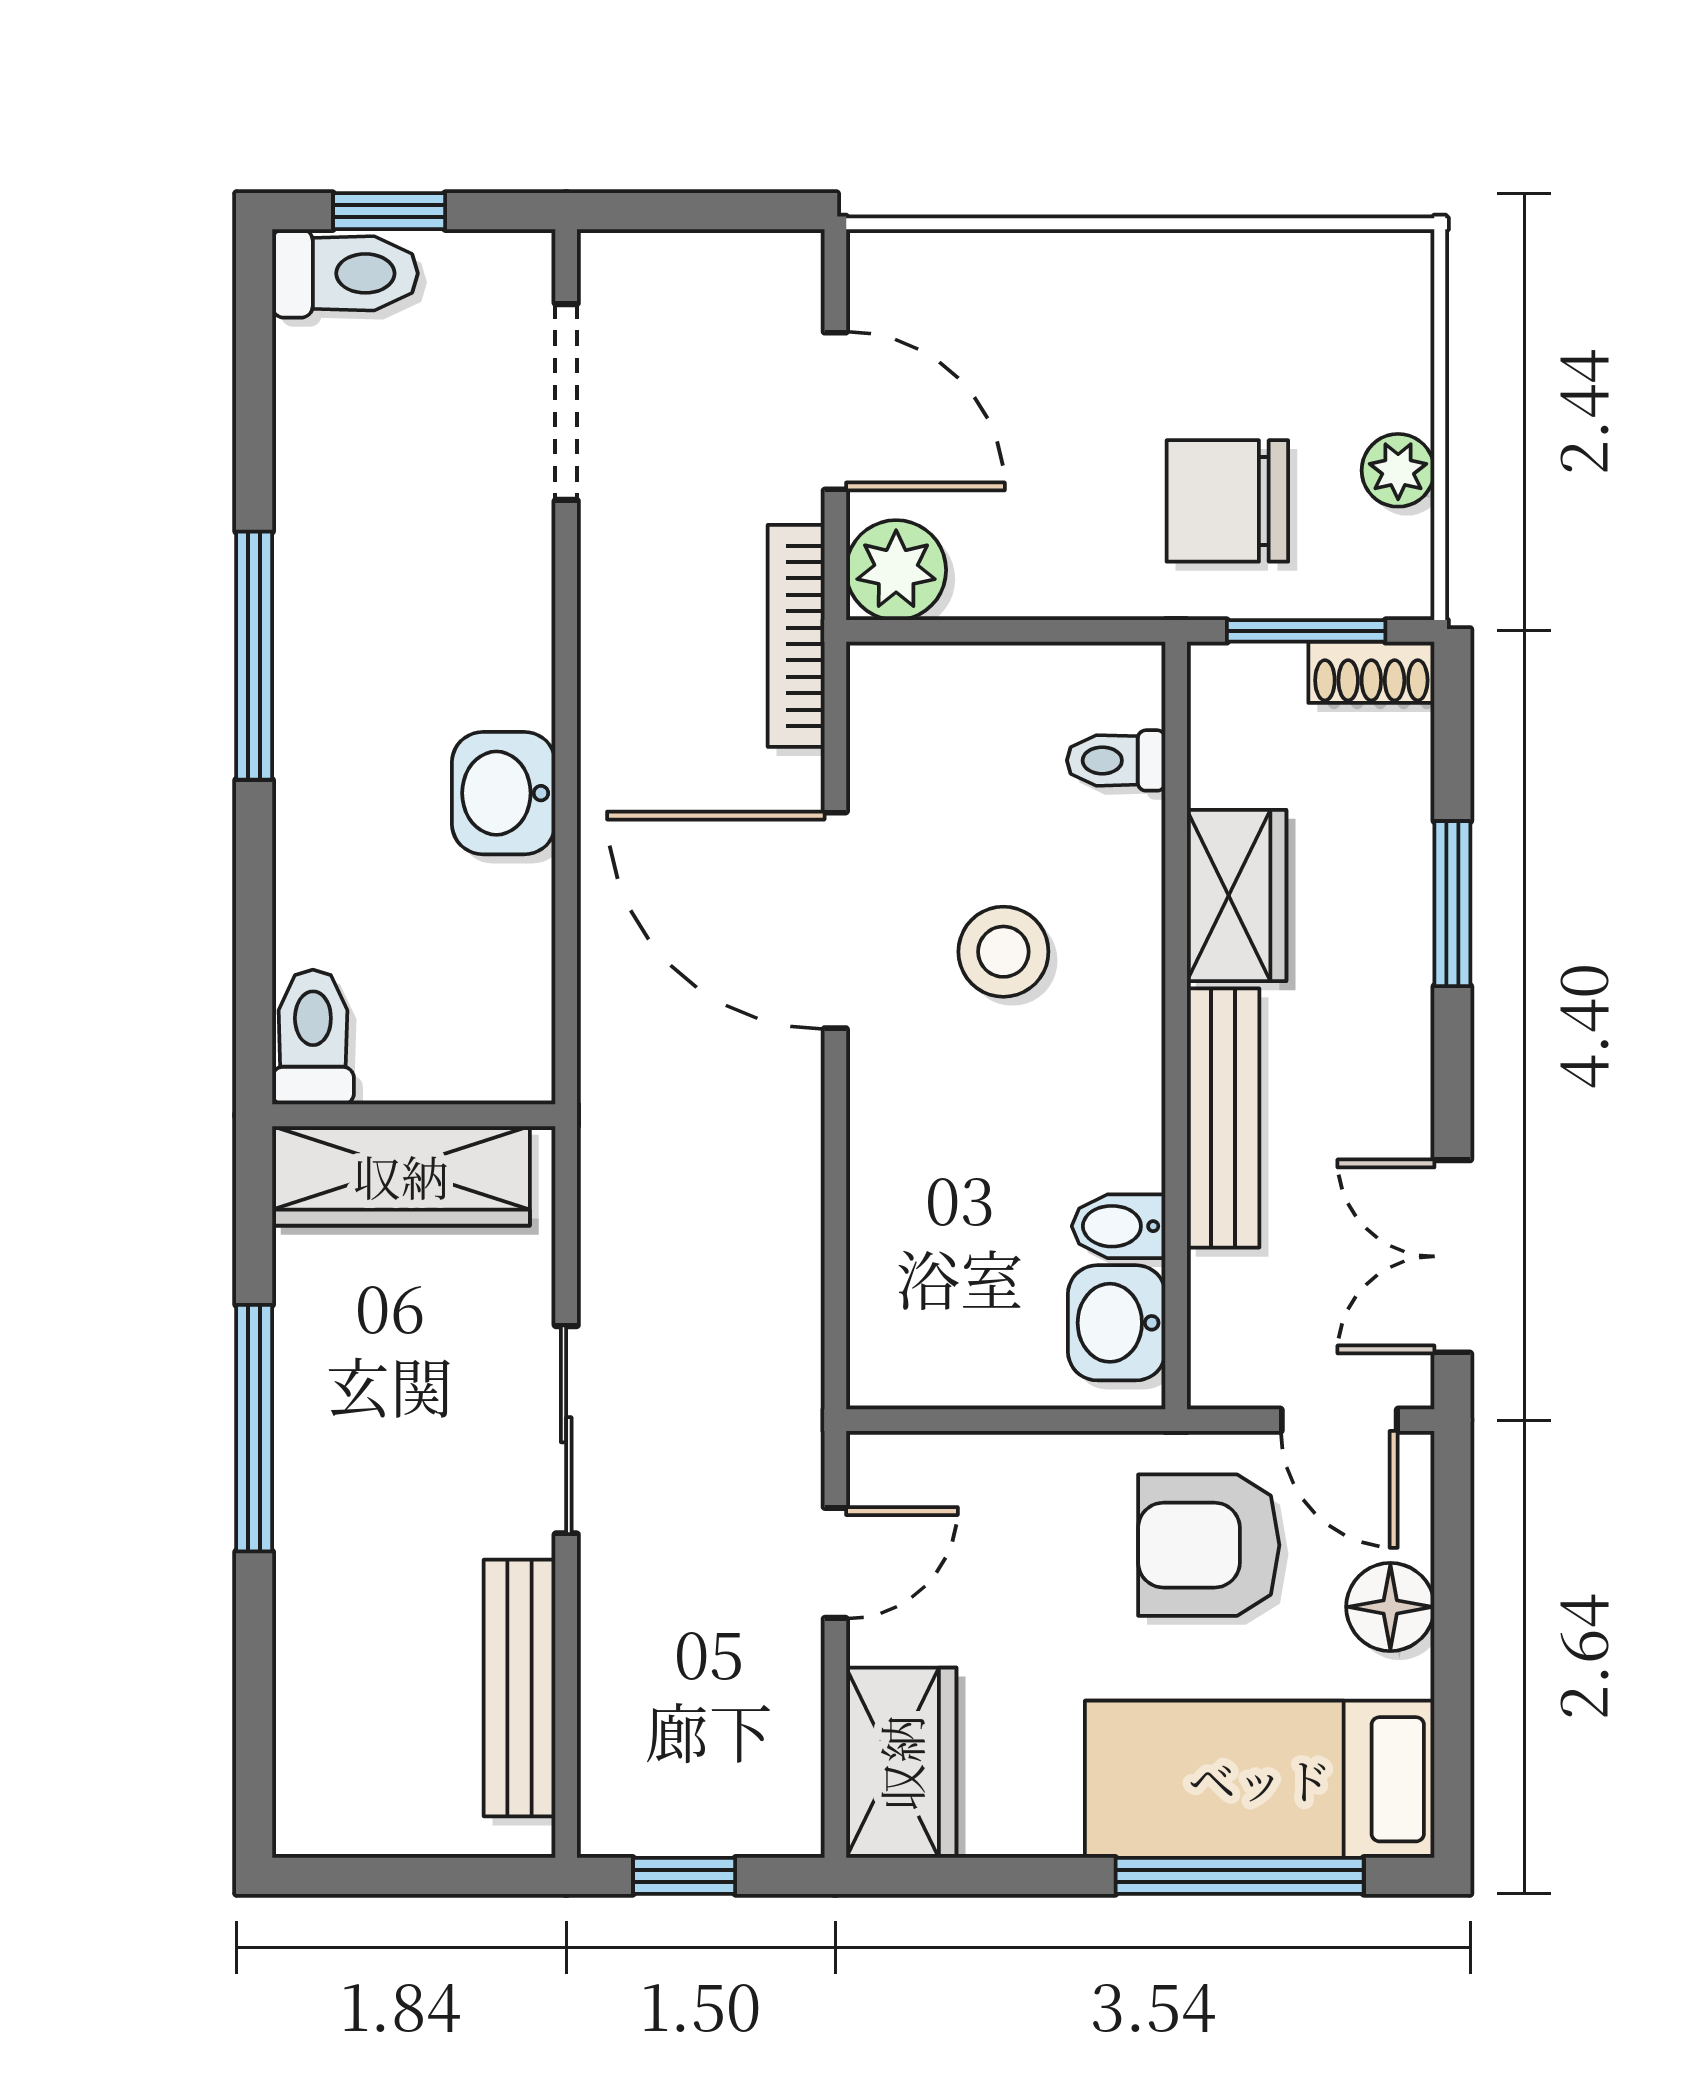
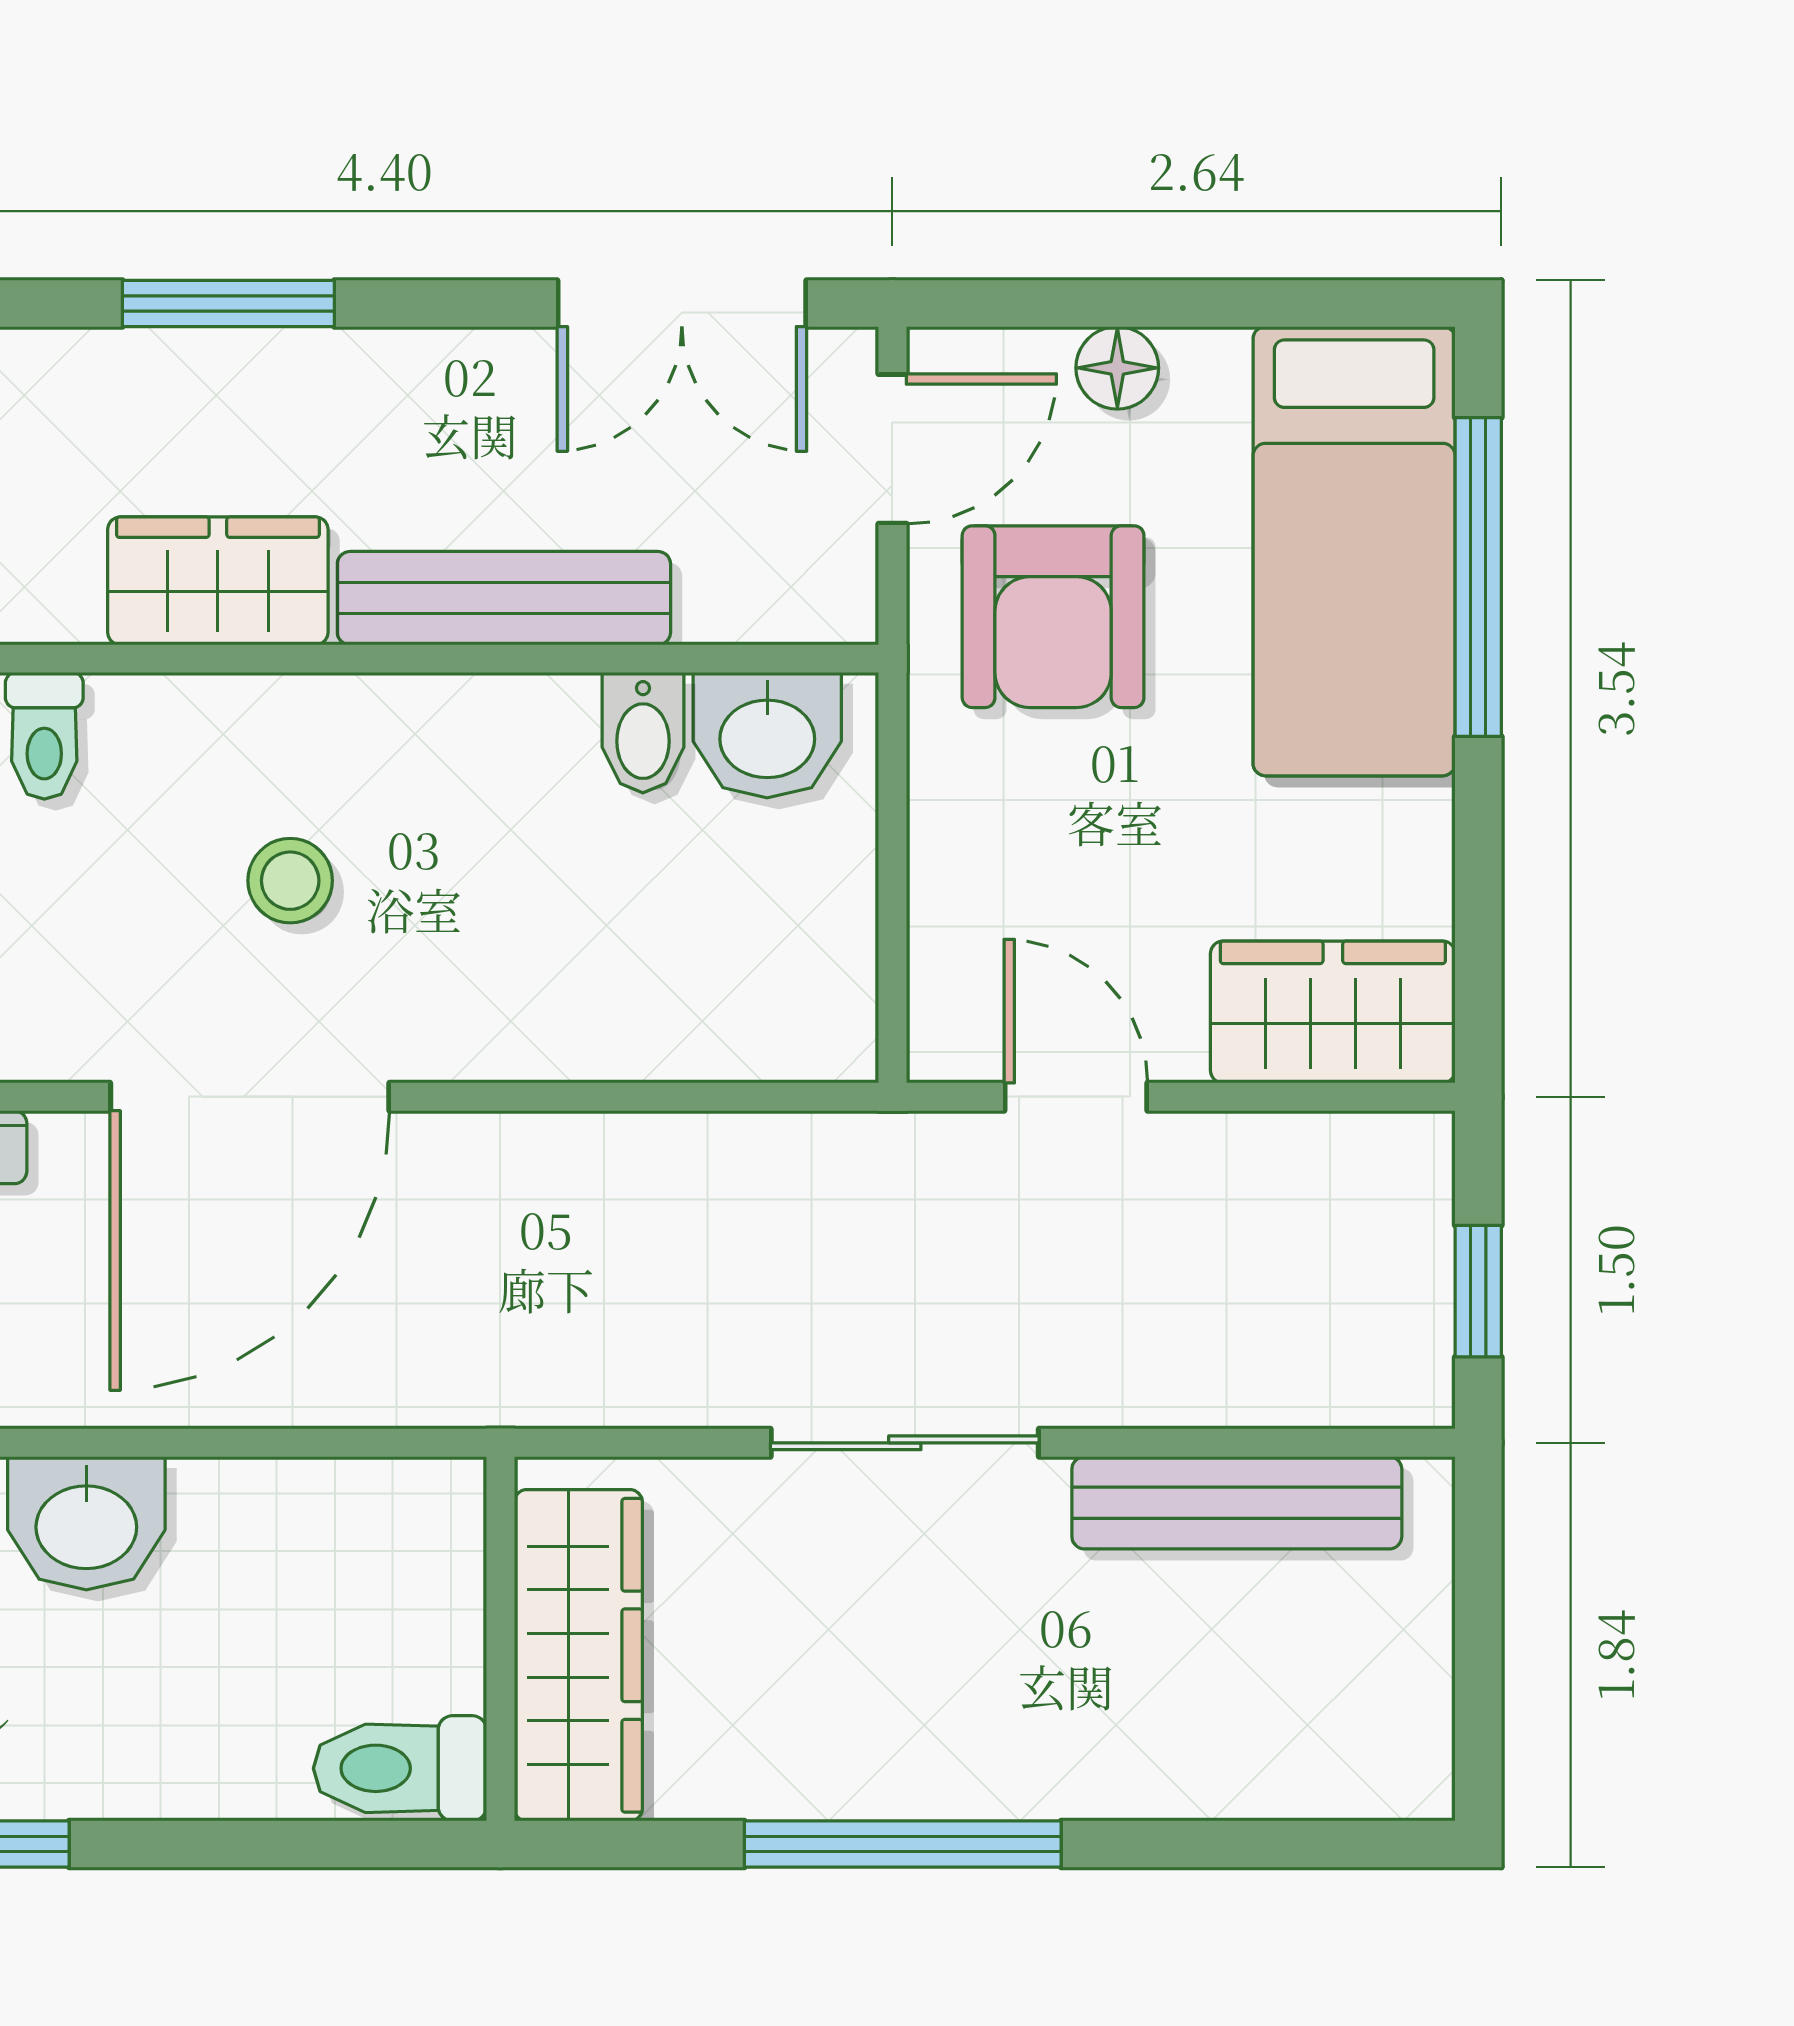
stool: (1003, 952) -> (290, 881), width x0.73, depth x0.73
floor lamp: (1390, 1607) -> (1117, 368), width x0.73, depth x0.73

